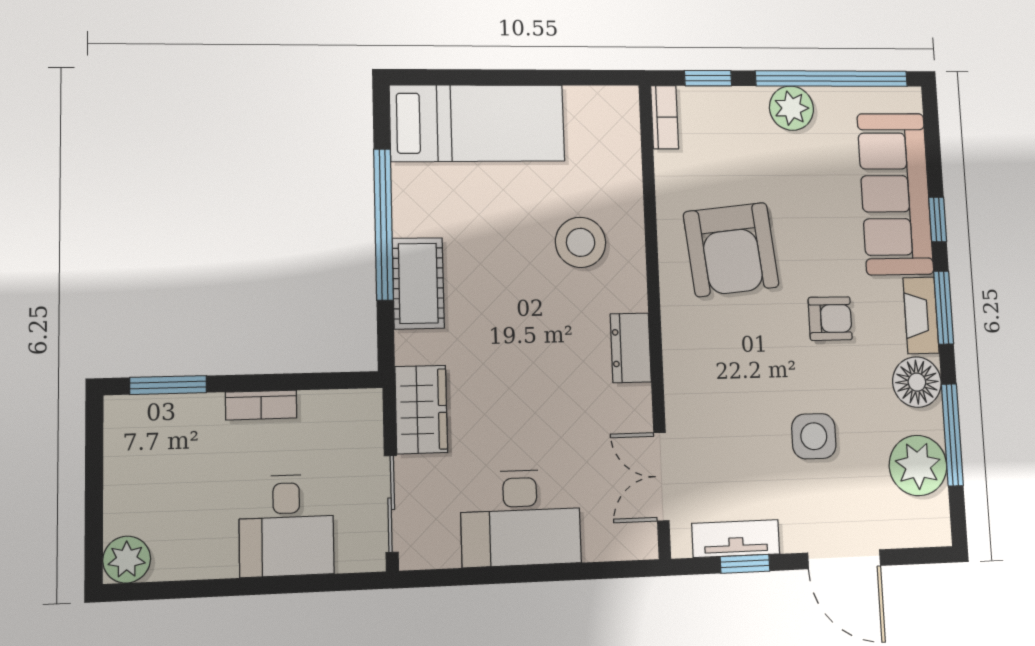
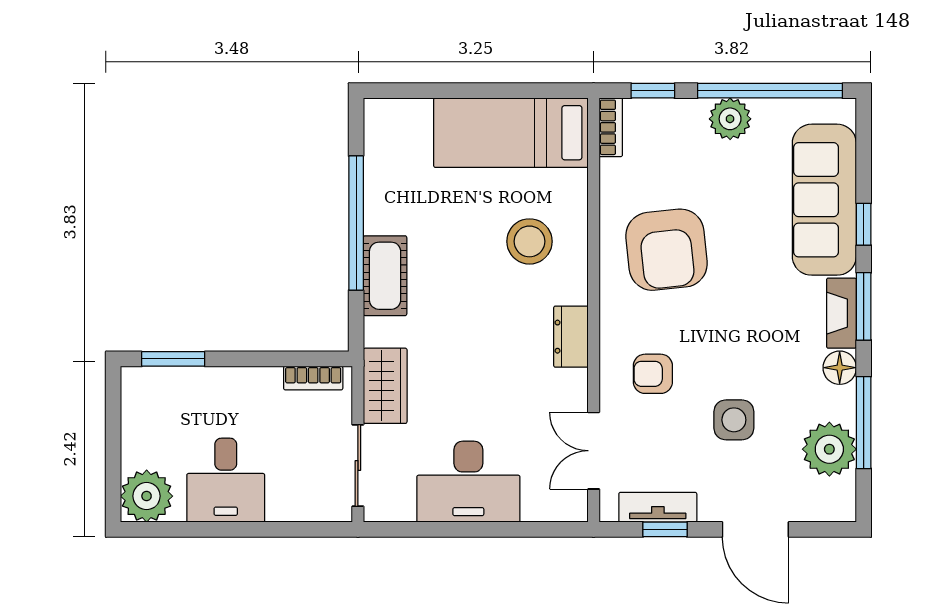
bed: (477, 123) -> (511, 133), moved, turned 180
armchair: (830, 319) -> (653, 374), moved, turned 180
floor lamp: (917, 382) -> (840, 368), width x0.73, depth x0.73
bookcase: (261, 405) -> (313, 378), moved
desk: (286, 525) -> (226, 480), moved
plant: (127, 560) -> (147, 496), width x1.36, depth x1.36

